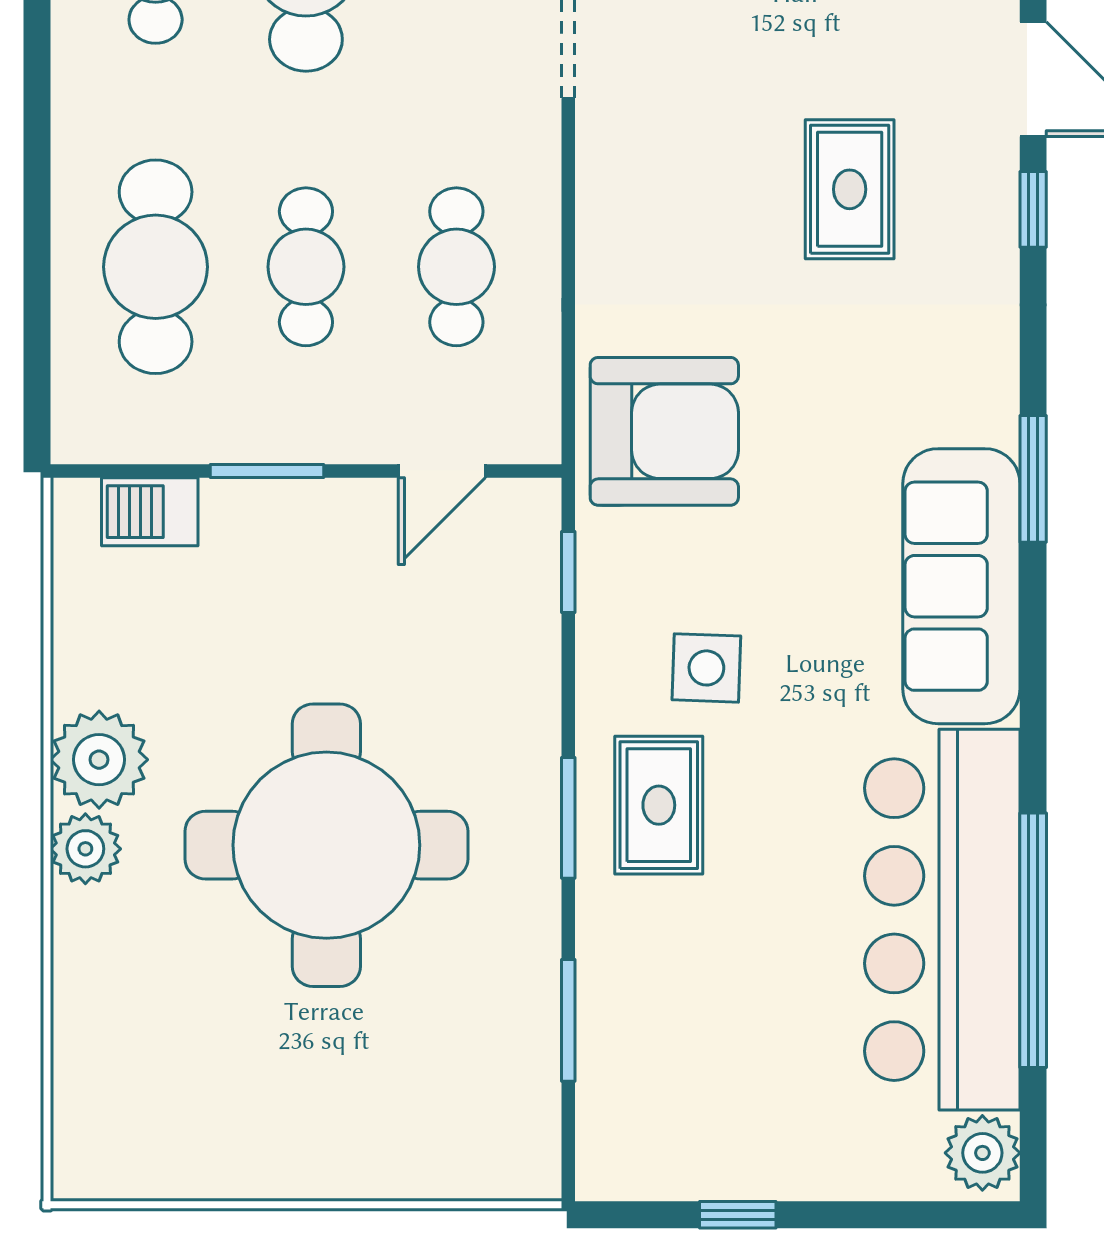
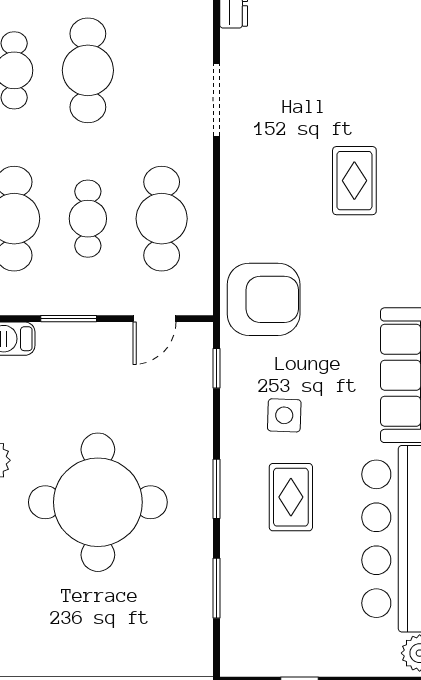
cafe table: (456, 267) -> (162, 219), width x1.37, depth x1.35
rug: (659, 805) -> (291, 497), moved

